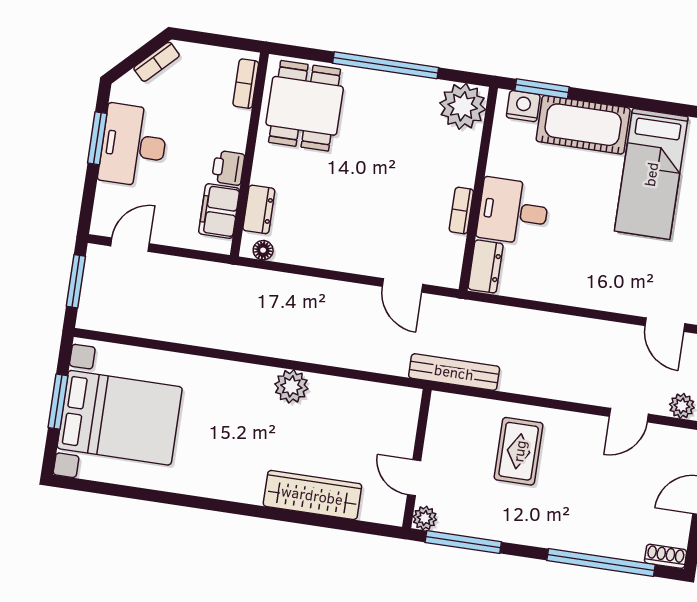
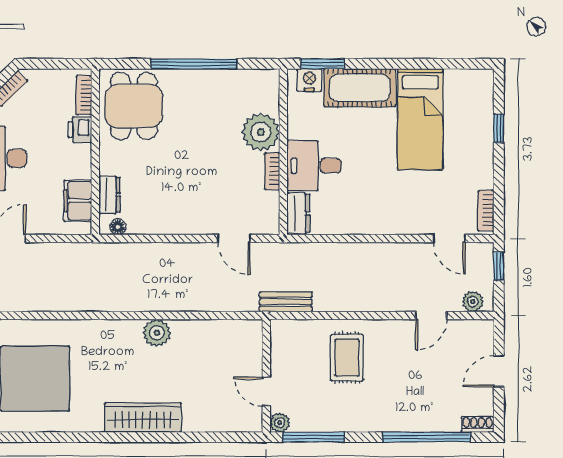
plant: (463, 106) -> (261, 132), moved
printer: (228, 168) -> (80, 130), moved
bench: (454, 372) -> (286, 302), width x0.73
wardrobe: (312, 495) -> (143, 417), moved

